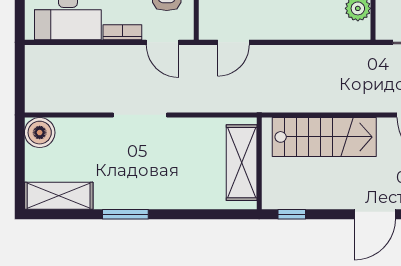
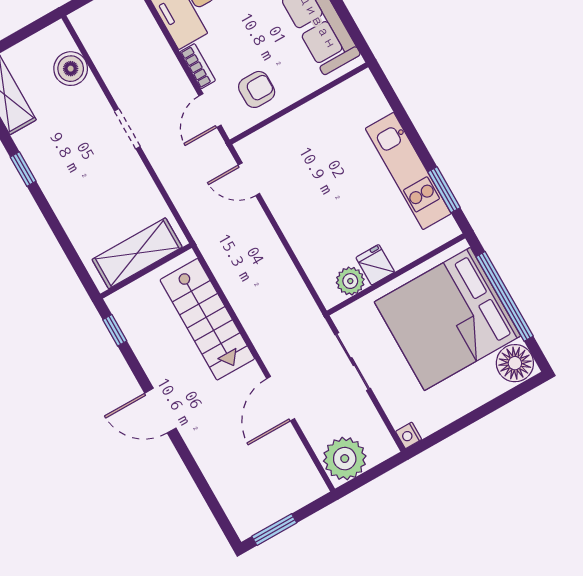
doorway: (140, 115) -> (127, 129), width x0.73
boiler: (40, 133) -> (71, 69), moved
window: (125, 214) -> (23, 169), width x0.67

